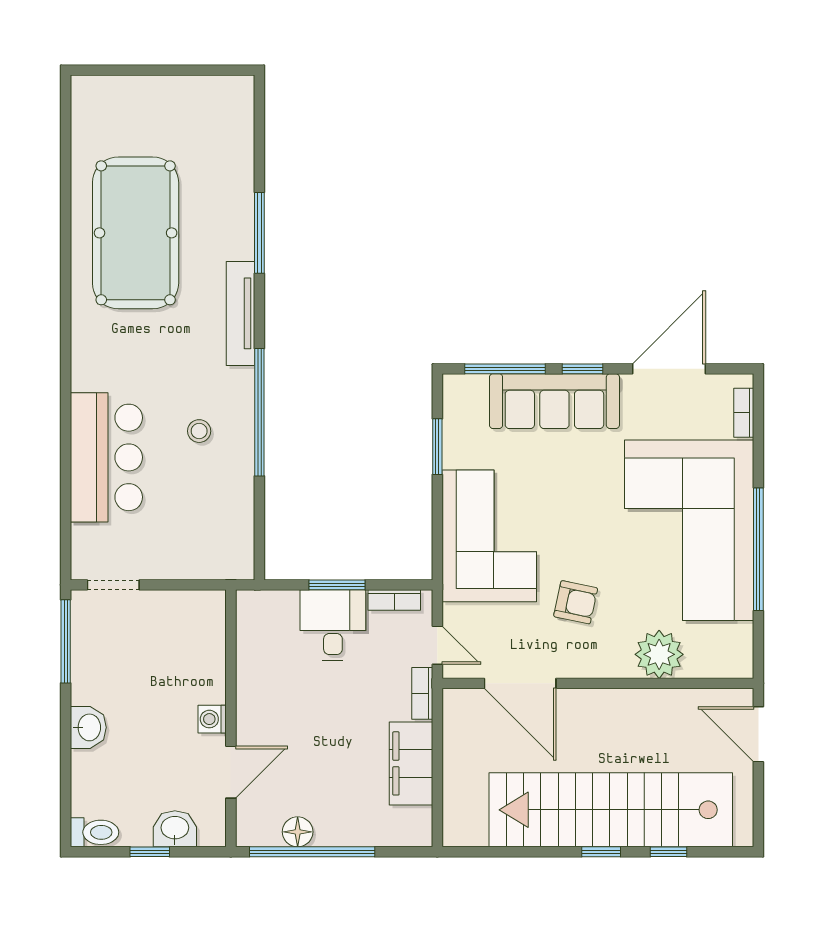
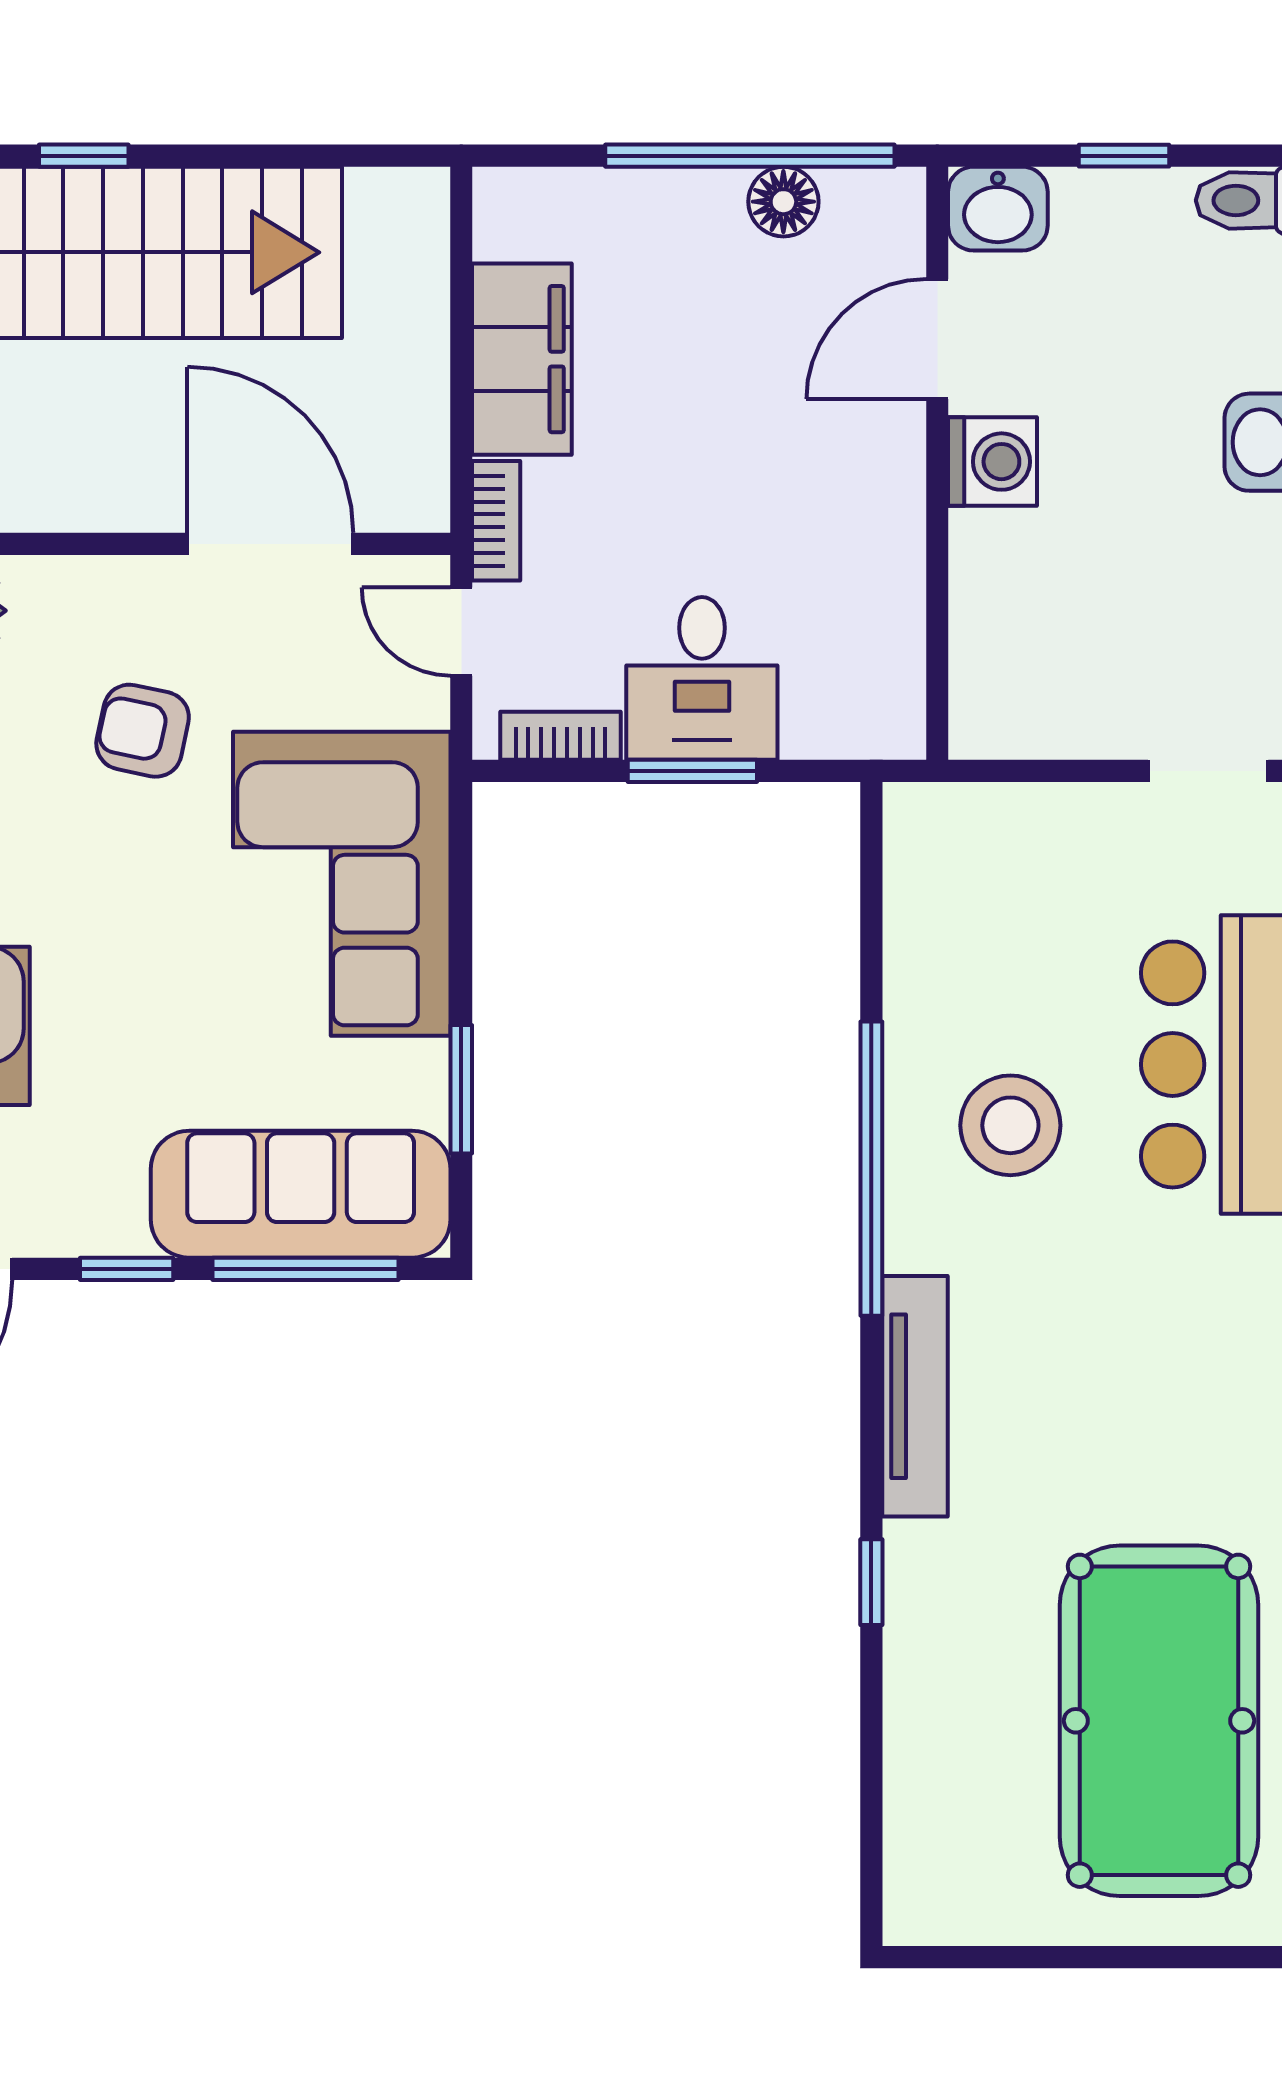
pool table: (136, 233) -> (1159, 1721), moved
window: (259, 233) -> (871, 1582), width x0.46
sofa: (554, 401) -> (301, 1194), moved
stool: (199, 431) -> (1010, 1125), width x1.89, depth x1.89
washing machine: (212, 719) -> (993, 462), width x1.38, depth x1.38
washbasin: (175, 829) -> (998, 209), moved

